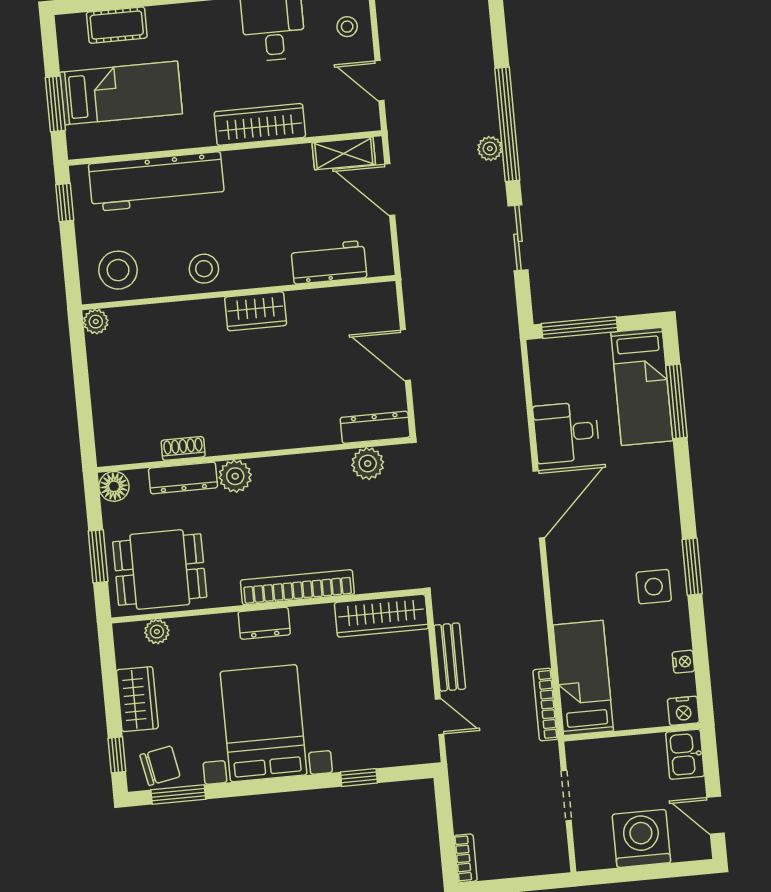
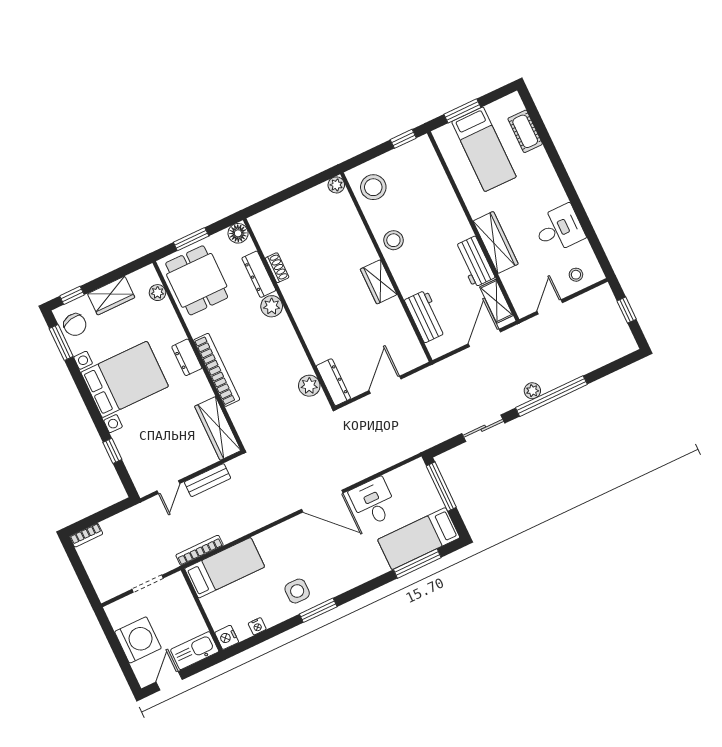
workbench: (157, 182) -> (475, 262), moved, width x0.53, depth x0.76
kitchen sink: (685, 754) -> (195, 651), width x1.38

